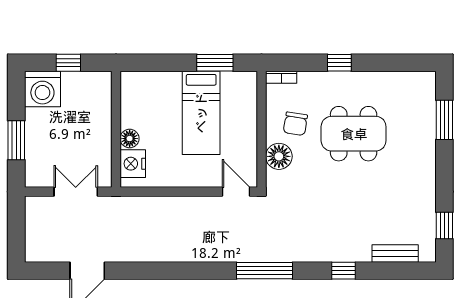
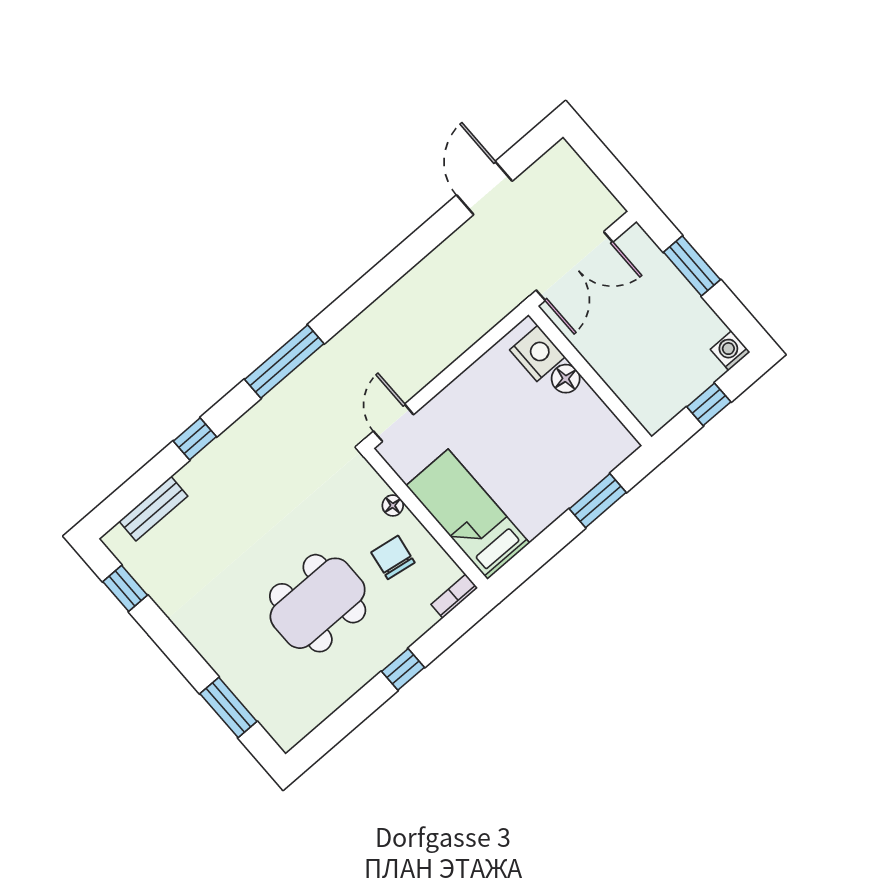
window: (215, 63) -> (598, 501), moved
washing machine: (42, 89) -> (730, 351), width x0.53, depth x0.53
bed: (201, 113) -> (468, 514), moved
floor lamp: (279, 156) -> (393, 505), width x0.53, depth x0.53
double door: (76, 192) -> (575, 266), width x1.37
door: (236, 192) -> (394, 423), swing flipped

